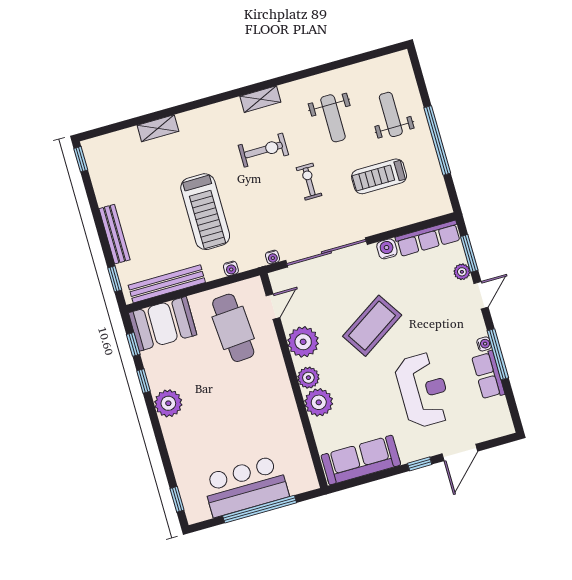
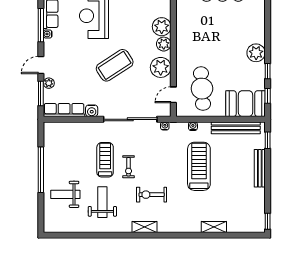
weight bench: (391, 114) -> (65, 194), turned 90
treadmill: (379, 176) -> (105, 160), moved, turned -90

